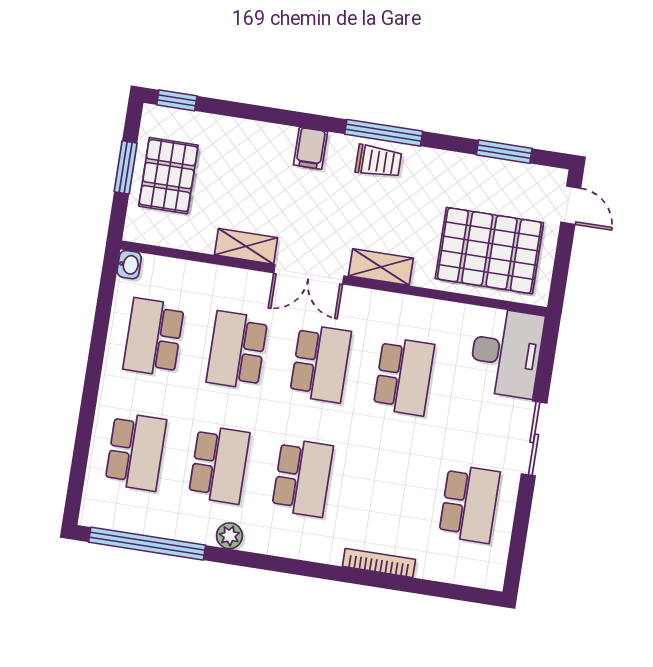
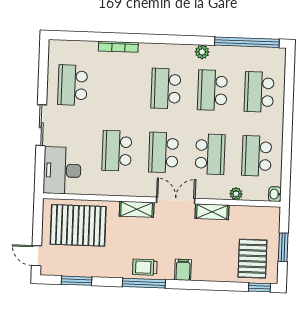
pallet: (168, 176) -> (252, 259), moved
plant: (199, 273) -> (236, 194), added
school desk: (154, 337) -> (257, 156), turned 180

